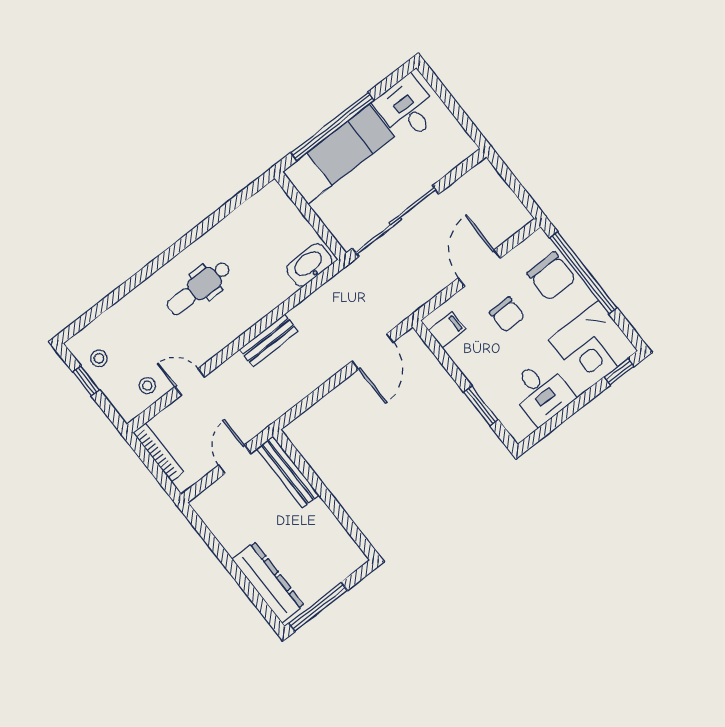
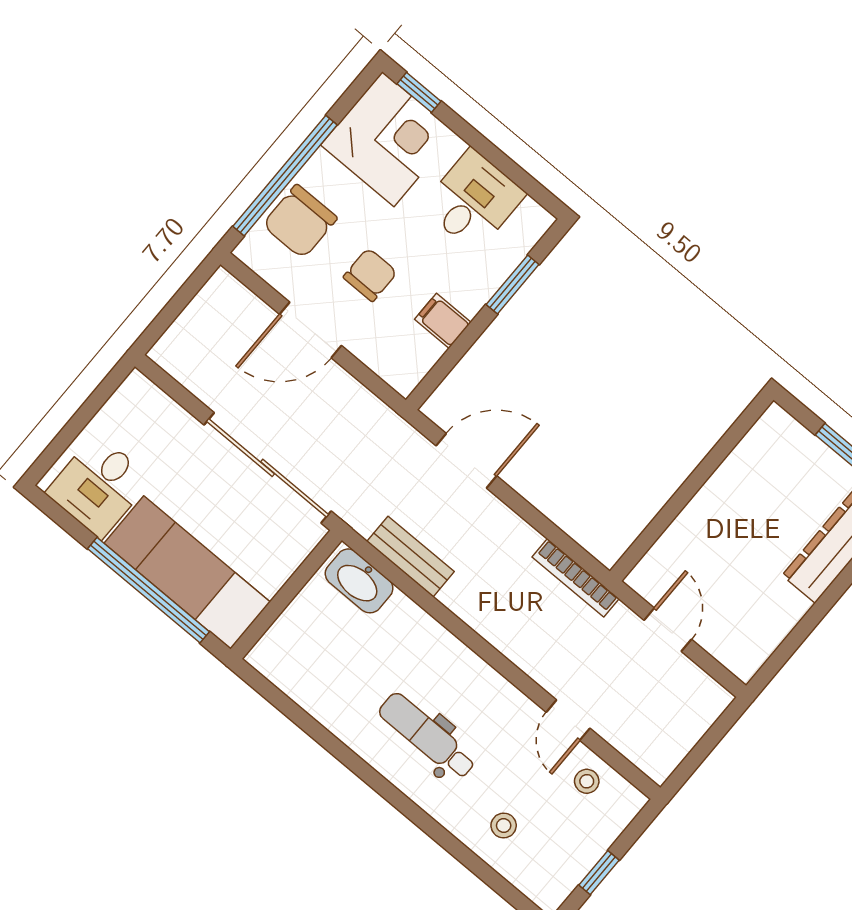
chair: (552, 276) -> (300, 221), turned 180
dental chair: (199, 288) -> (427, 736), turned 180
filing cabinet: (447, 330) -> (443, 321), moved
bench: (269, 340) -> (410, 557), moved
stool: (99, 358) -> (504, 826), moved
bookcase: (158, 452) -> (576, 578), moved, turned -90
door: (235, 459) -> (668, 630), swing flipped
bench: (288, 472) -> (670, 548), removed

